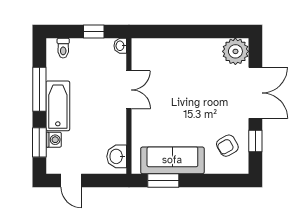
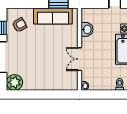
window: (94, 31) -> (101, 95), removed
washbasin: (117, 156) -> (87, 29), moved

